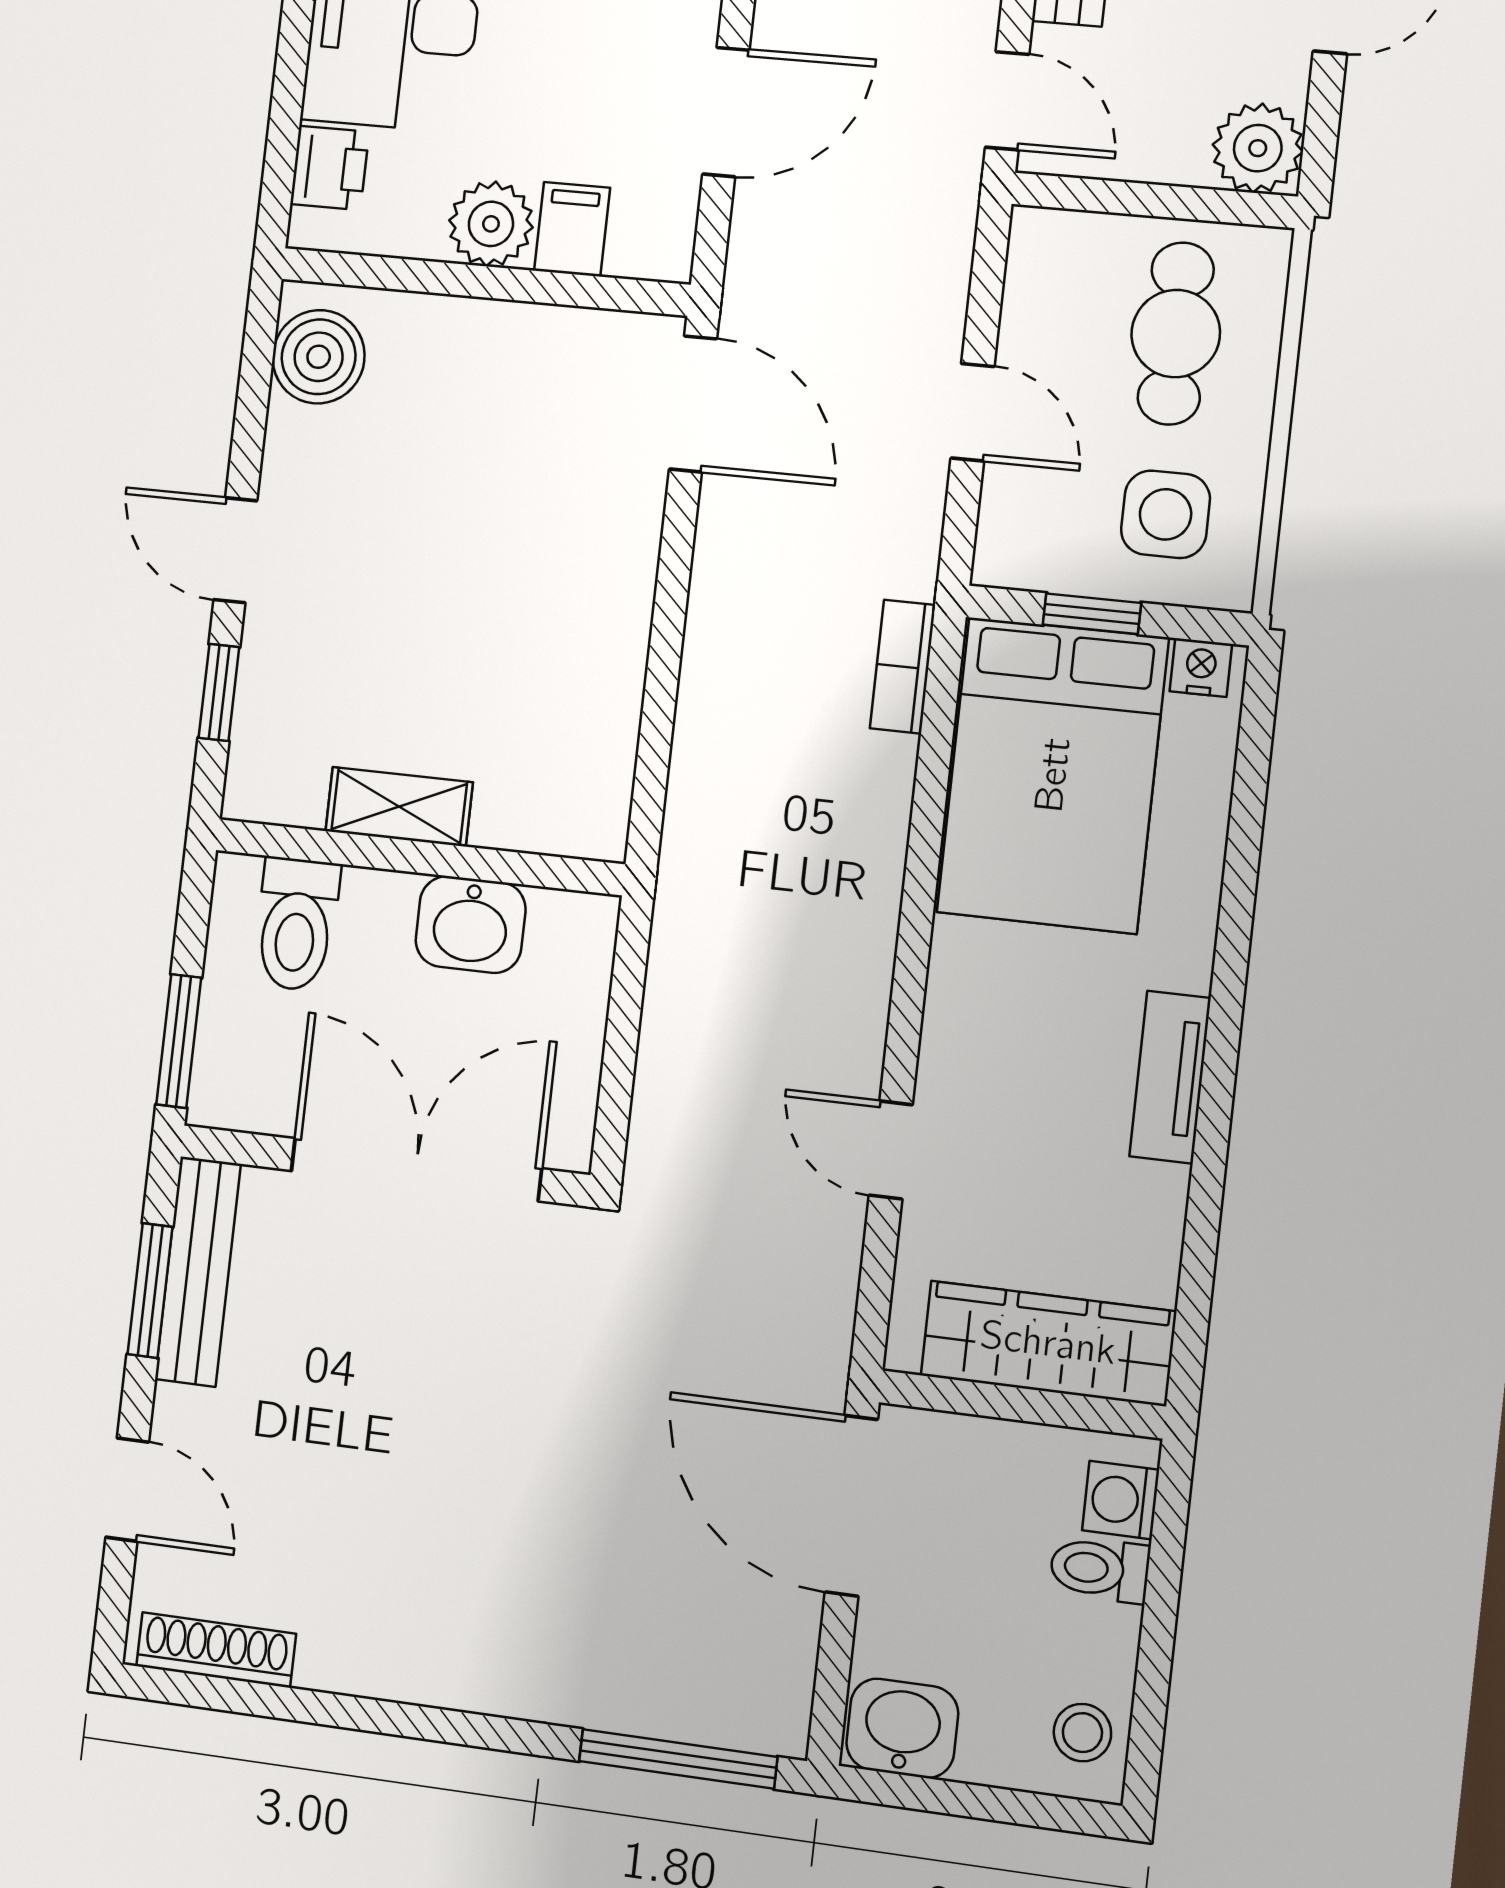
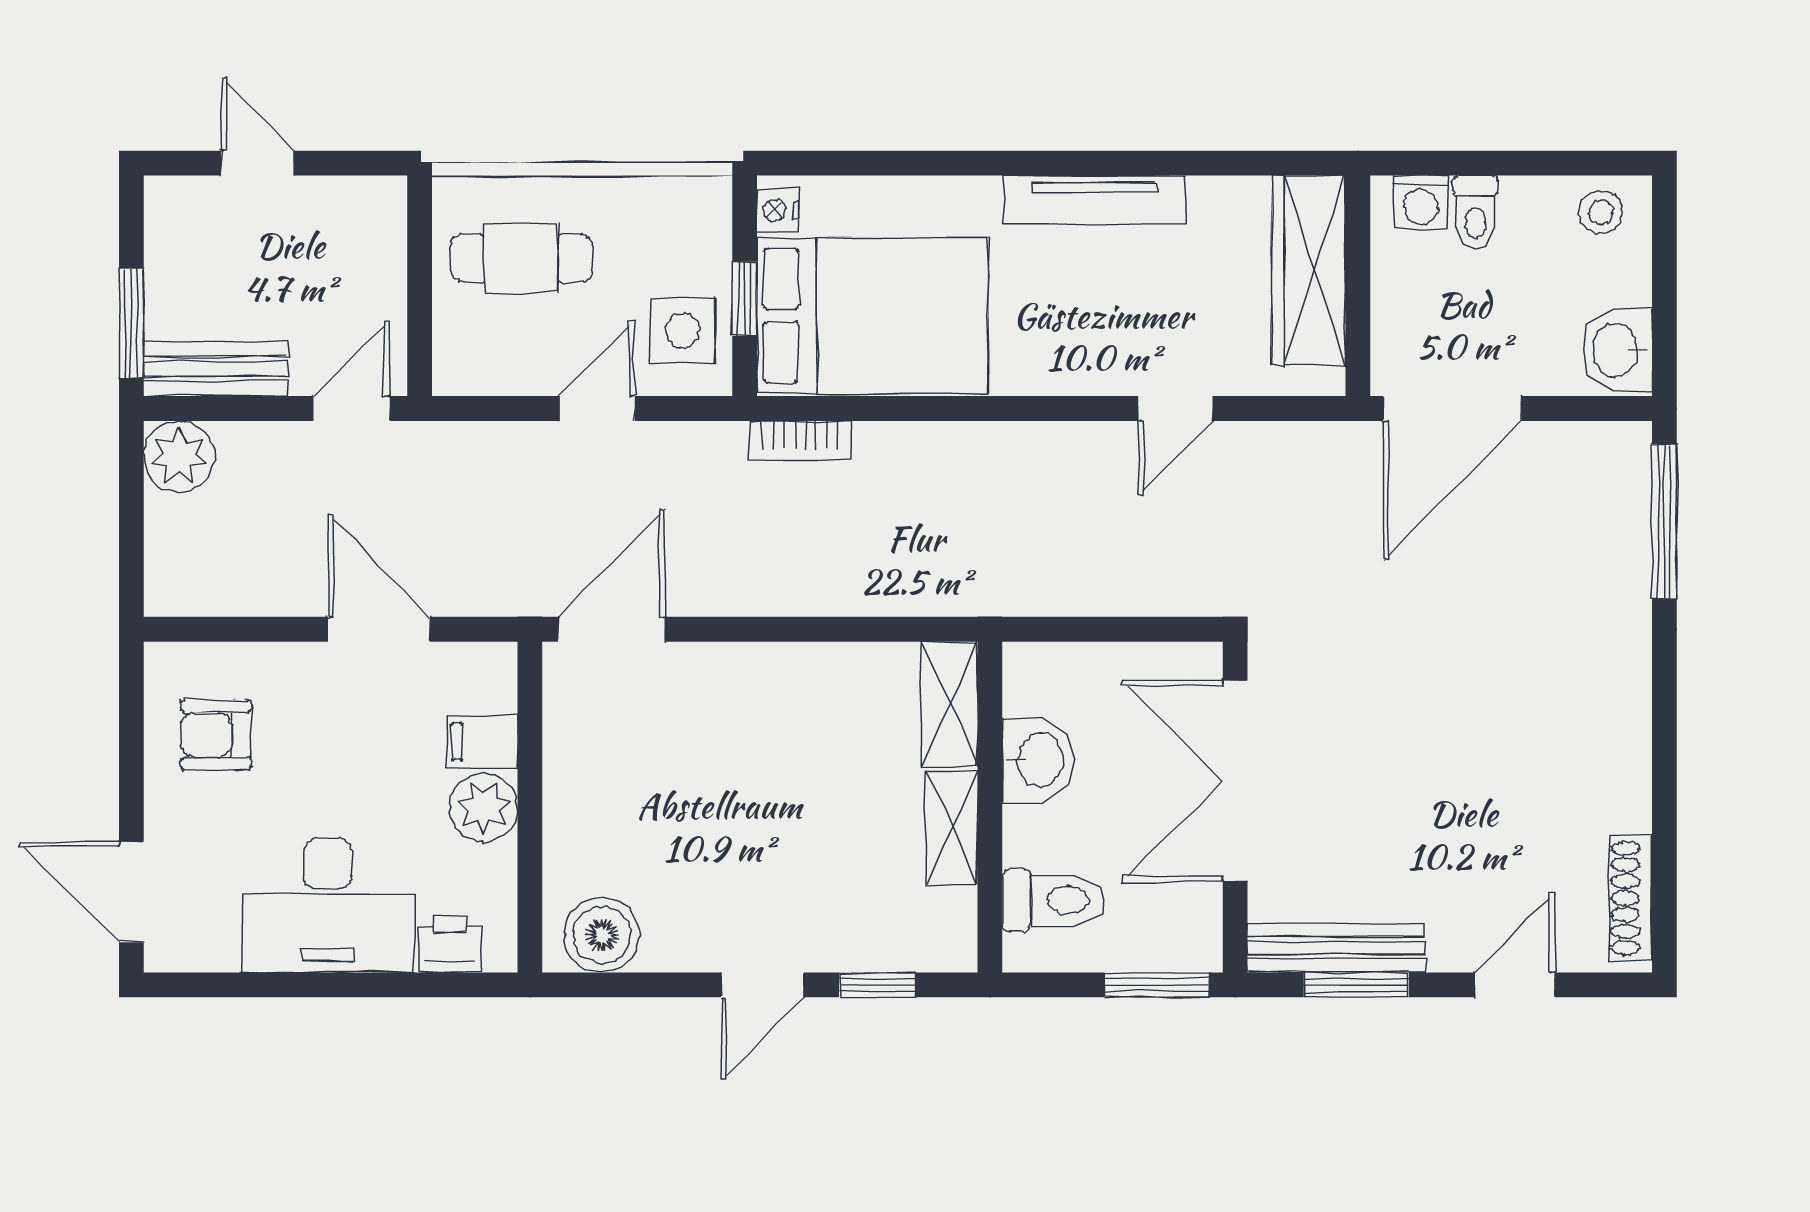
plant: (1258, 148) -> (372, 211), removed
side table: (1166, 514) -> (682, 331), moved
shelving: (552, 821) -> (950, 704), added
tv unit: (1170, 1077) -> (1094, 200), width x1.41

